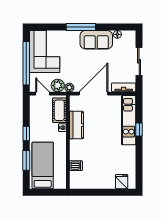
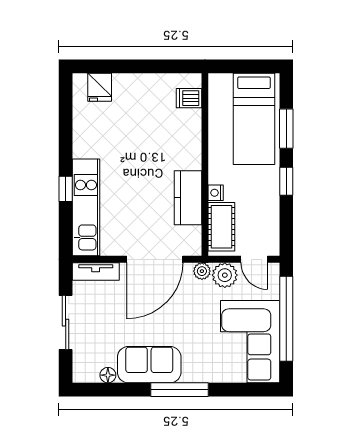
dishwasher: (76, 166) -> (189, 98), moved

